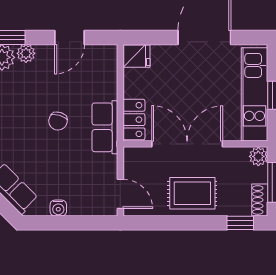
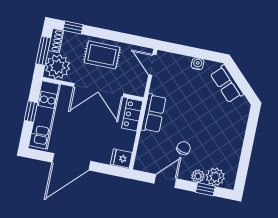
chair: (58, 121) -> (184, 148), moved
plant: (258, 156) -> (58, 67), width x1.88, depth x1.88

